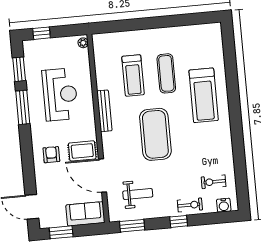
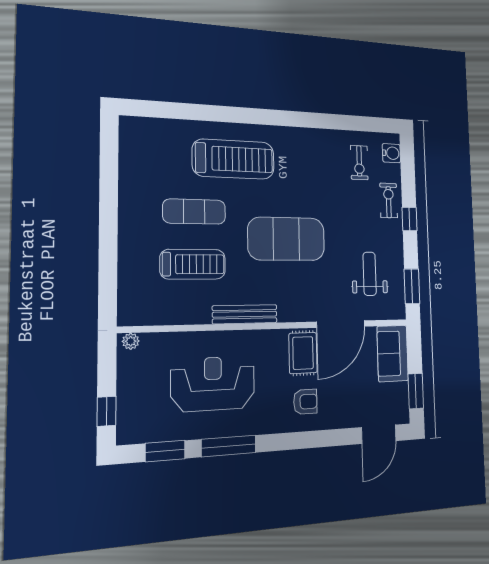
armchair: (51, 155) -> (305, 402), turned 180

